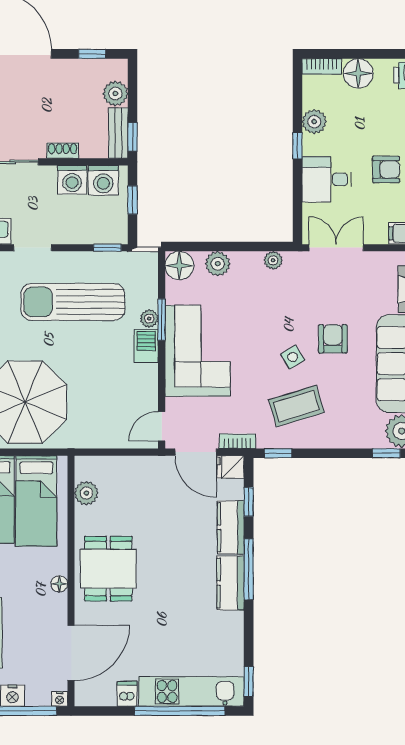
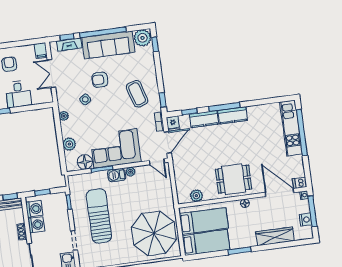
double door: (336, 248) -> (51, 74), moved
floor lamp: (179, 266) -> (85, 162), moved
sun lounger: (73, 302) -> (99, 216), turned 180
plant: (149, 319) -> (130, 172), moved
side table: (293, 357) -> (85, 99), moved
window: (249, 682) -> (282, 99), removed
dishwasher: (127, 694) -> (300, 183), moved

